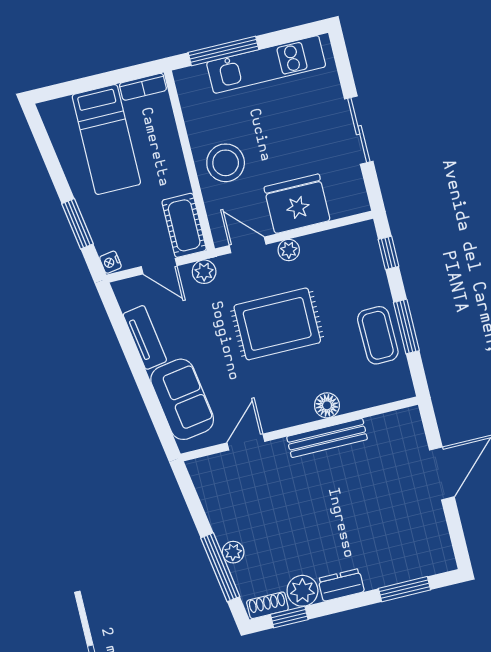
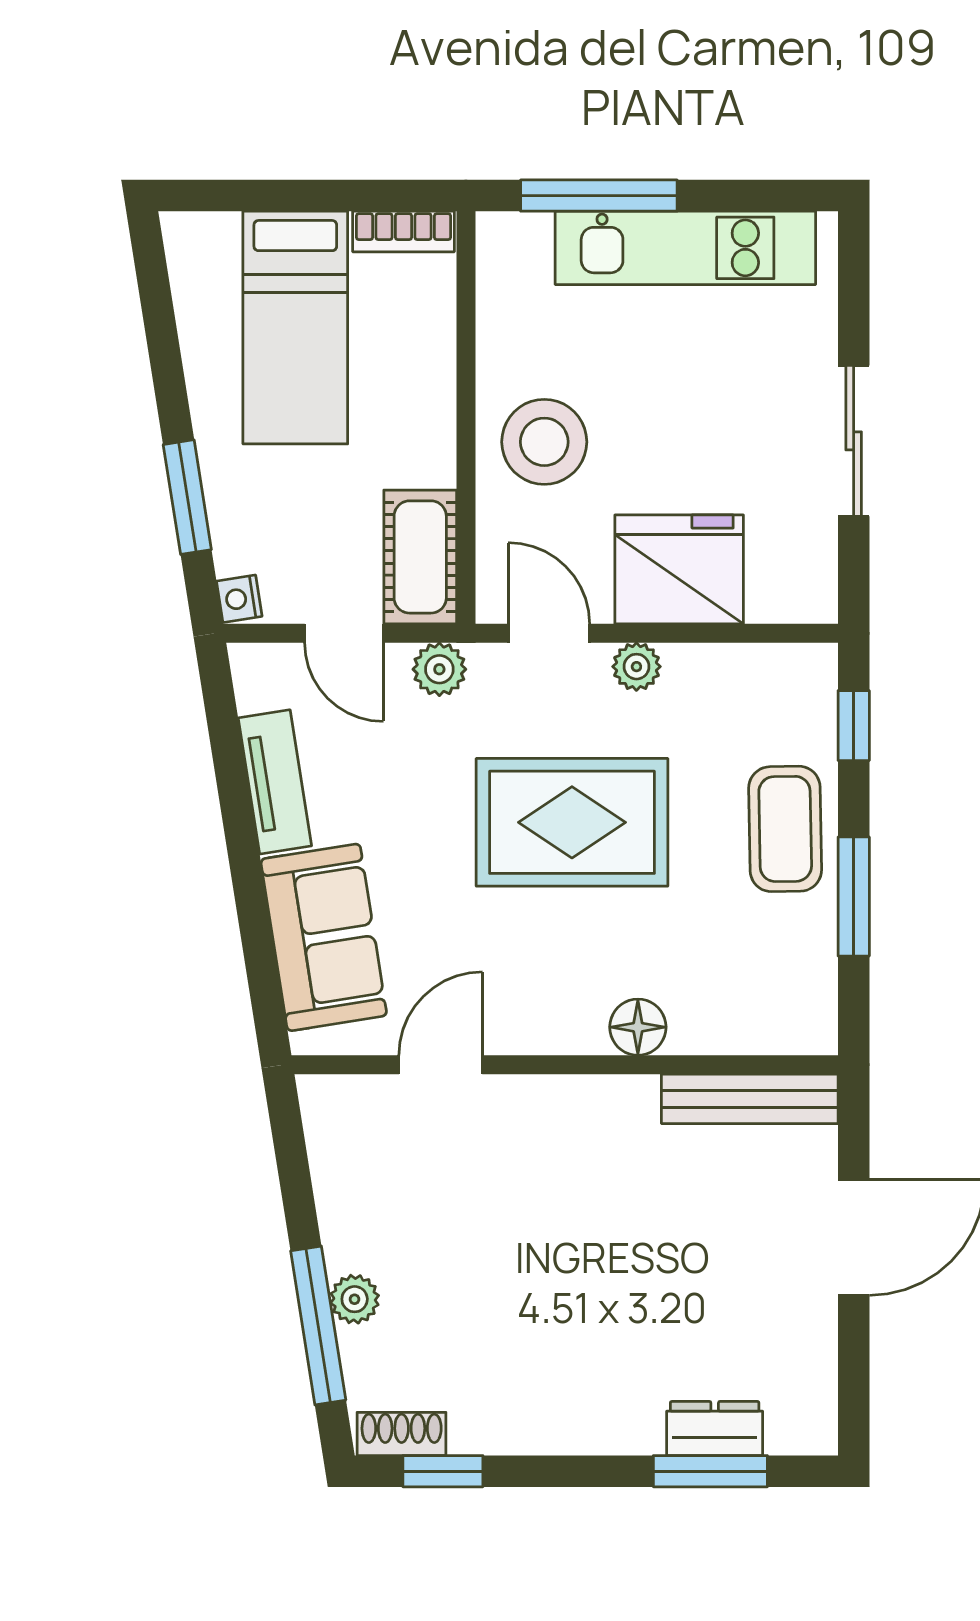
coffee table: (378, 335) -> (785, 829), moved
bench: (327, 438) -> (750, 1099), moved
dresser: (341, 585) -> (715, 1428), moved
plant: (302, 591) -> (486, 1421), removed

